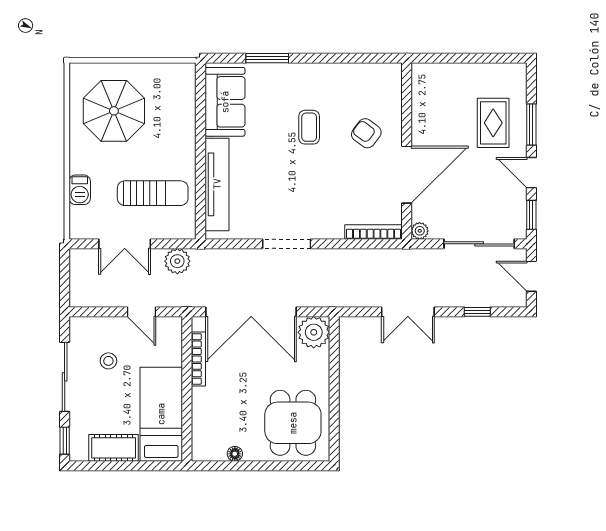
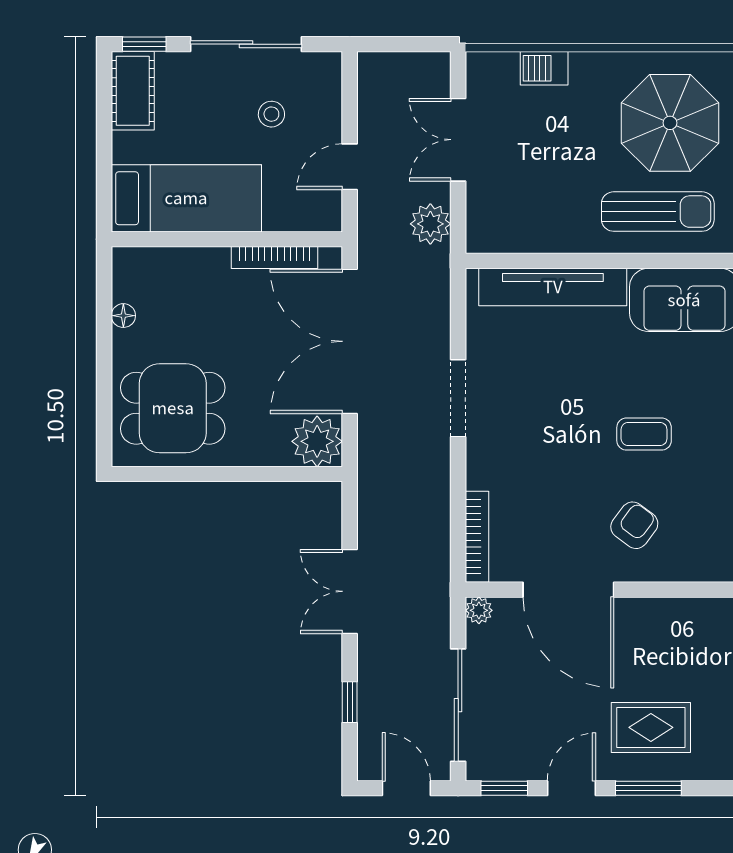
sun lounger: (153, 193) -> (658, 212), moved, turned -90
door: (531, 276) -> (406, 788), hinge flipped
cot: (114, 448) -> (133, 91), moved

